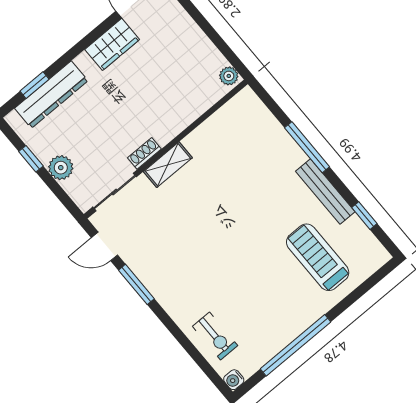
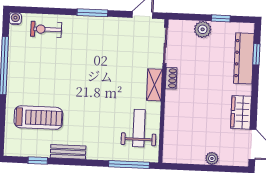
plant: (229, 76) -> (212, 158), moved
weight bench: (230, 139) -> (139, 128), added
window: (307, 147) -> (129, 164), moved
bench: (325, 191) -> (68, 152), width x0.73
window: (136, 284) -> (92, 13), moved

